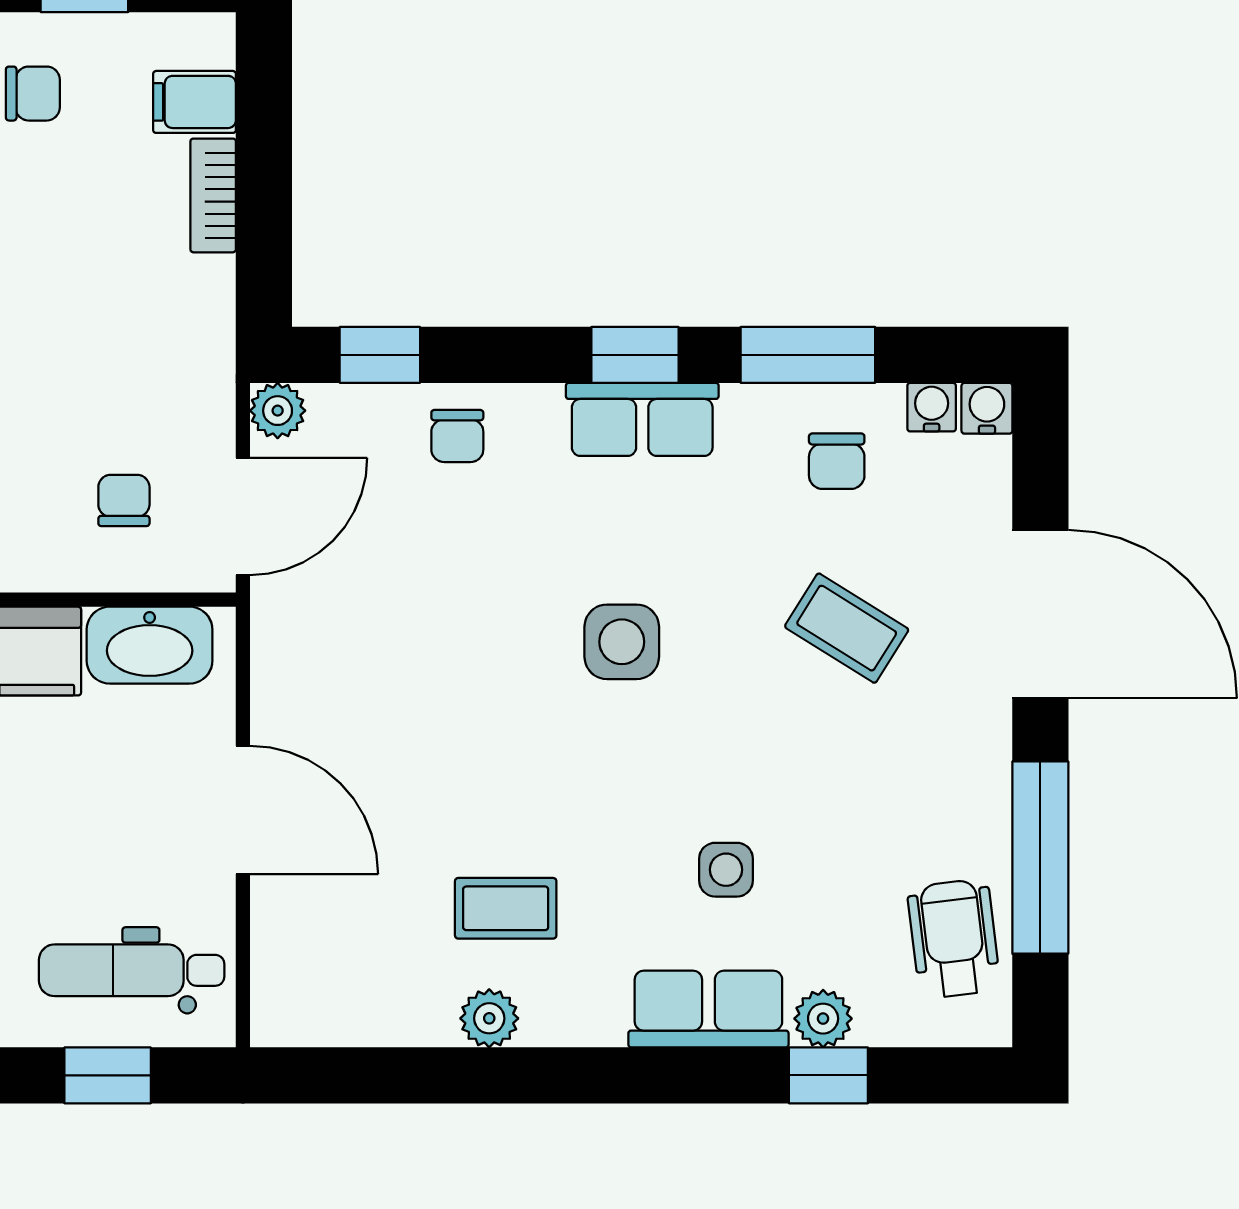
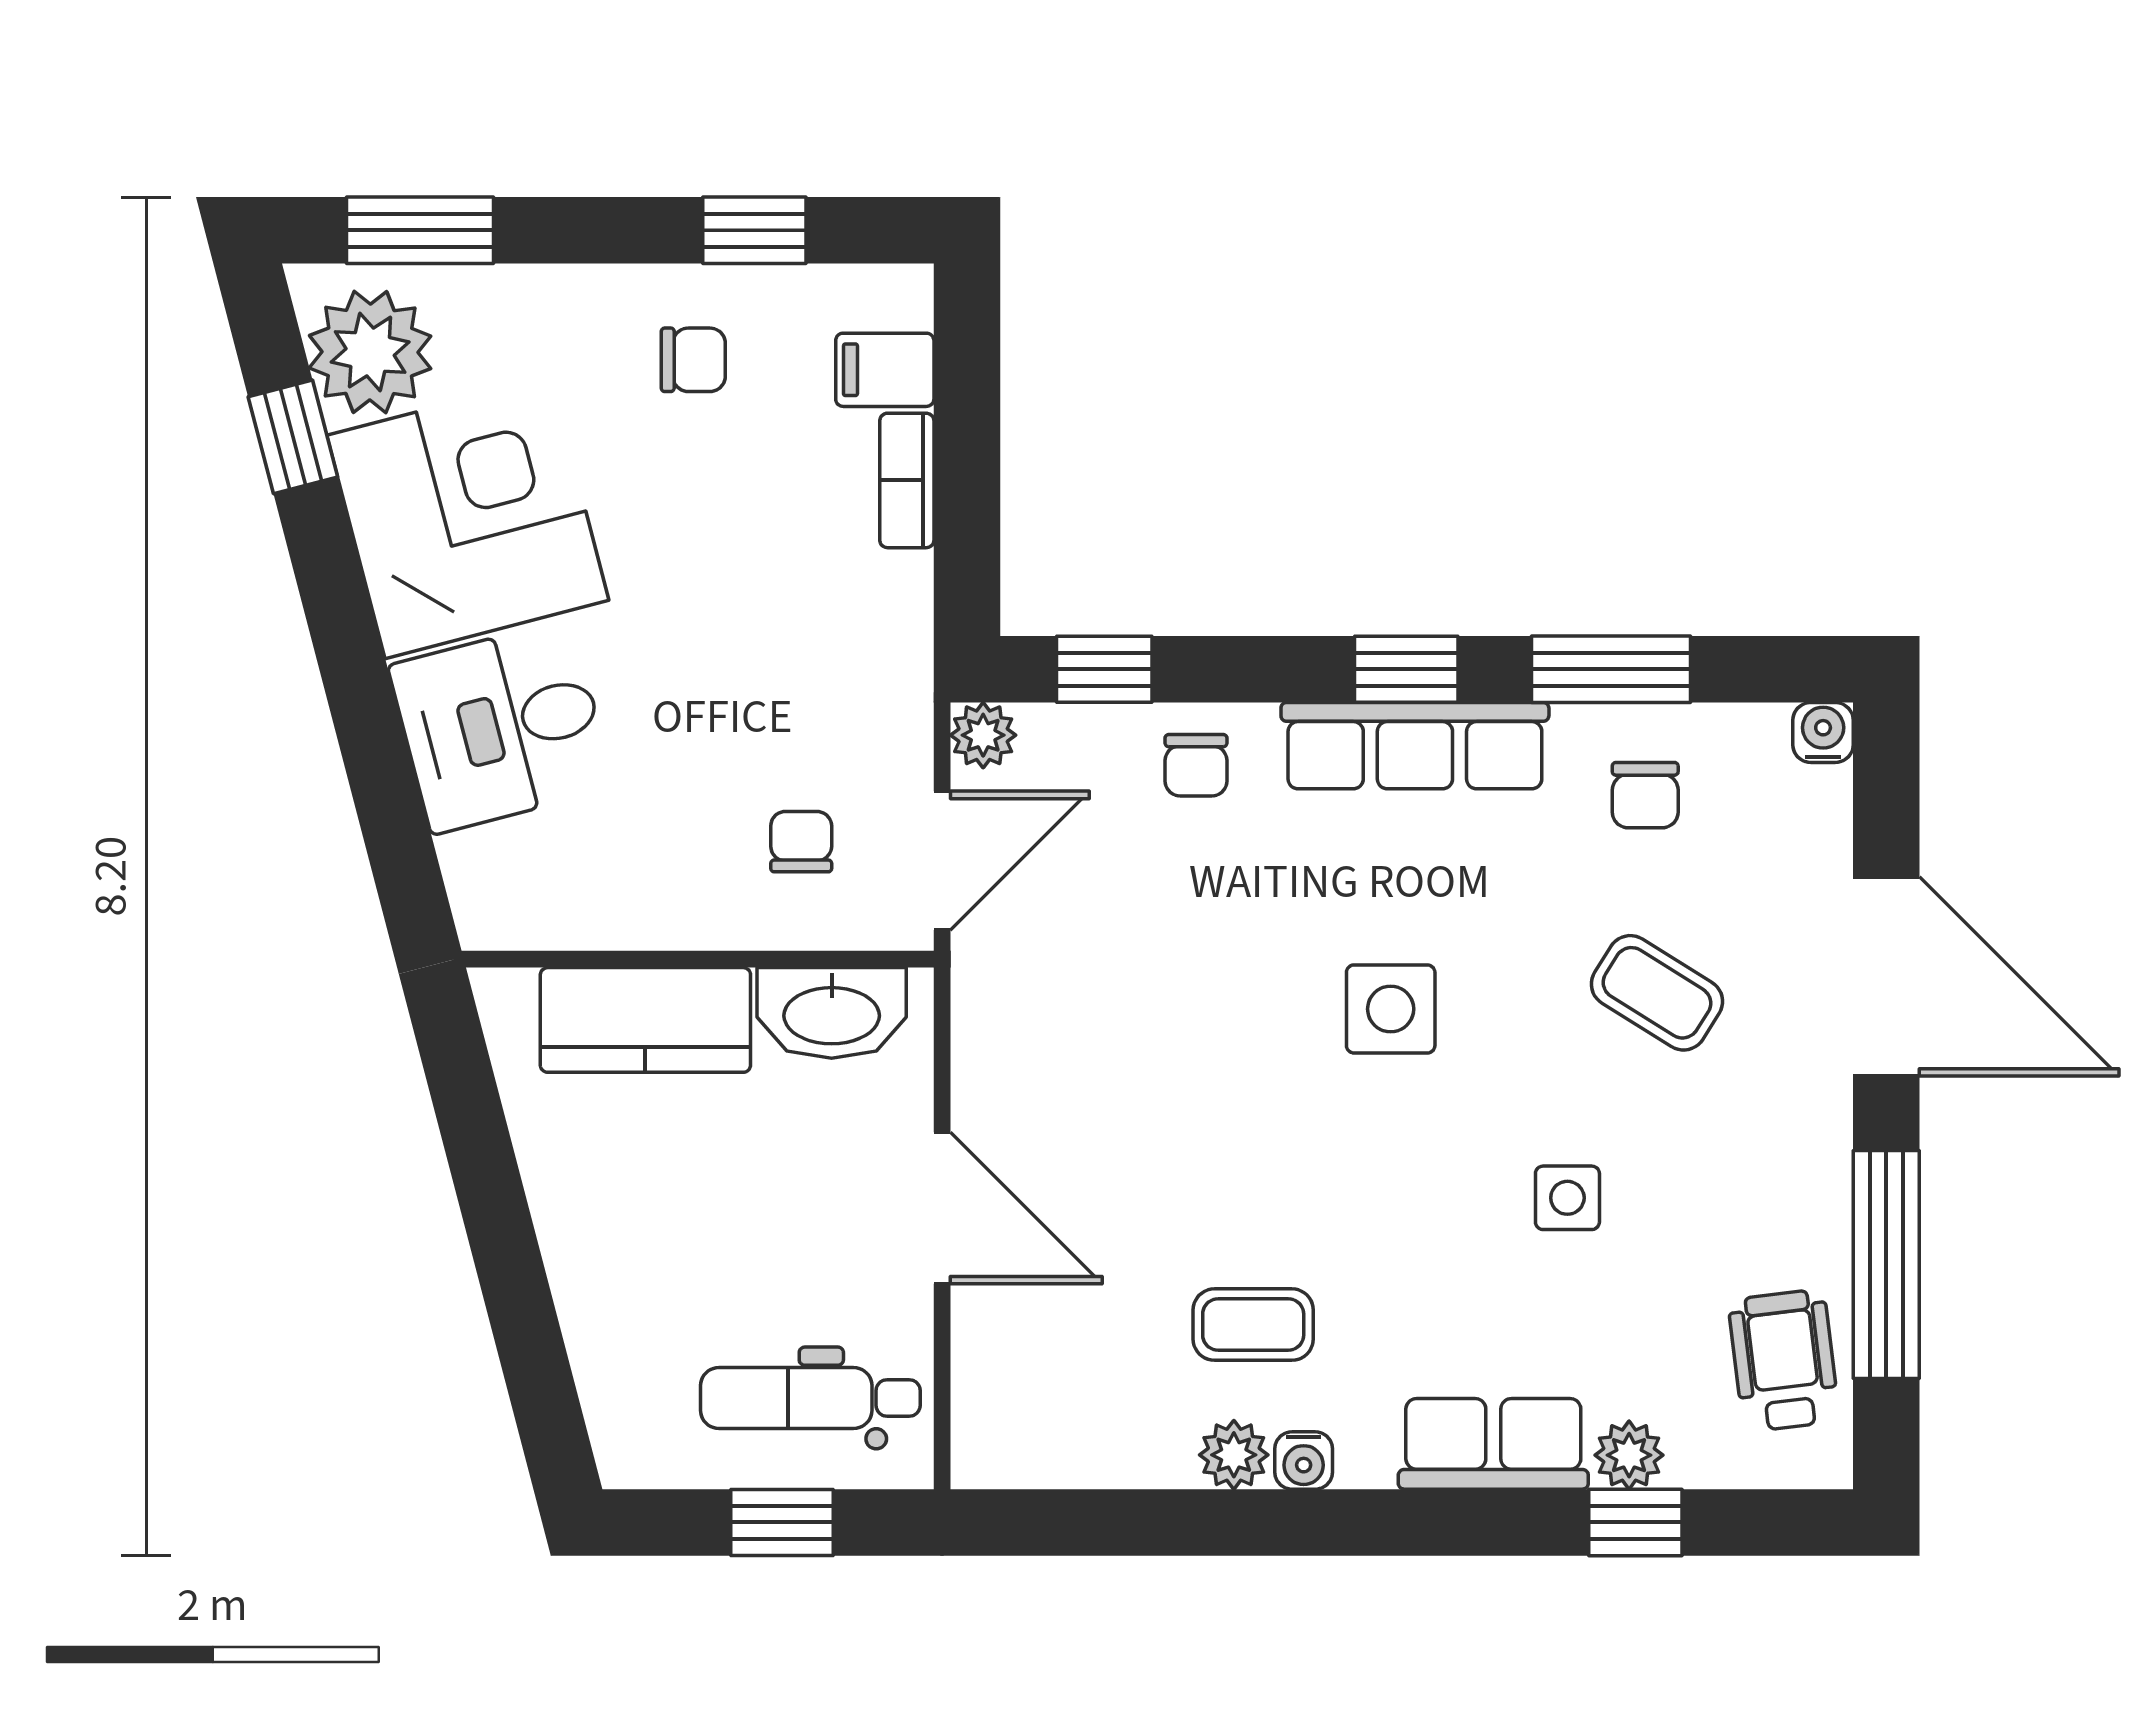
water cooler: (932, 407) -> (1304, 1460), moved, turned 180
row of seats: (642, 419) -> (1415, 746), width x1.48
side table: (726, 870) -> (1567, 1198), moved

